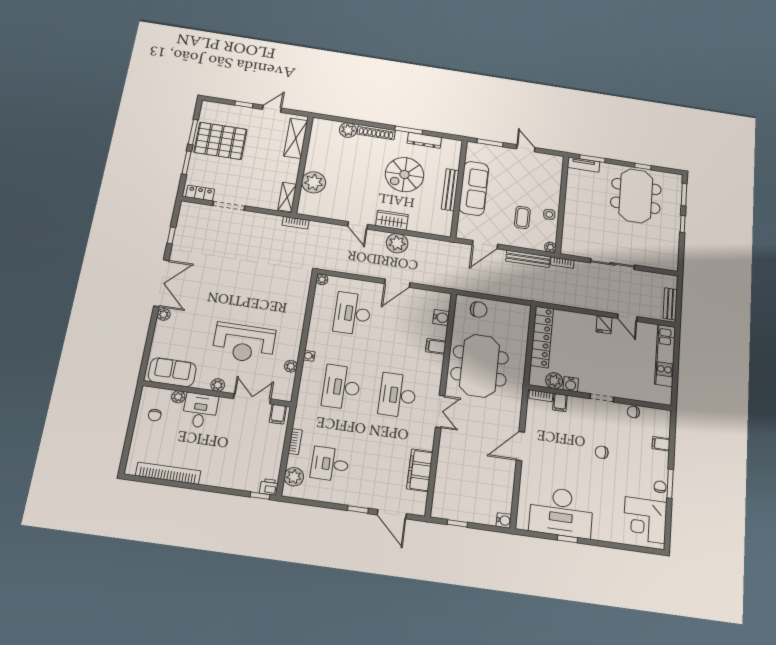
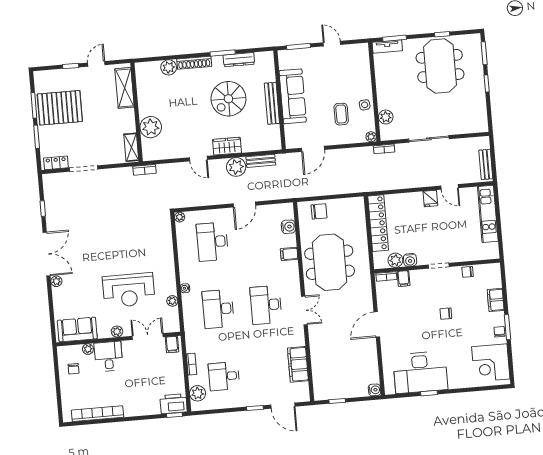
plant: (570, 231) -> (386, 117), added
bench: (528, 259) -> (261, 161), moved, width x0.73
filing cabinet: (661, 444) -> (496, 300), width x2.00
printer: (269, 487) -> (174, 404), width x1.87, depth x1.48

